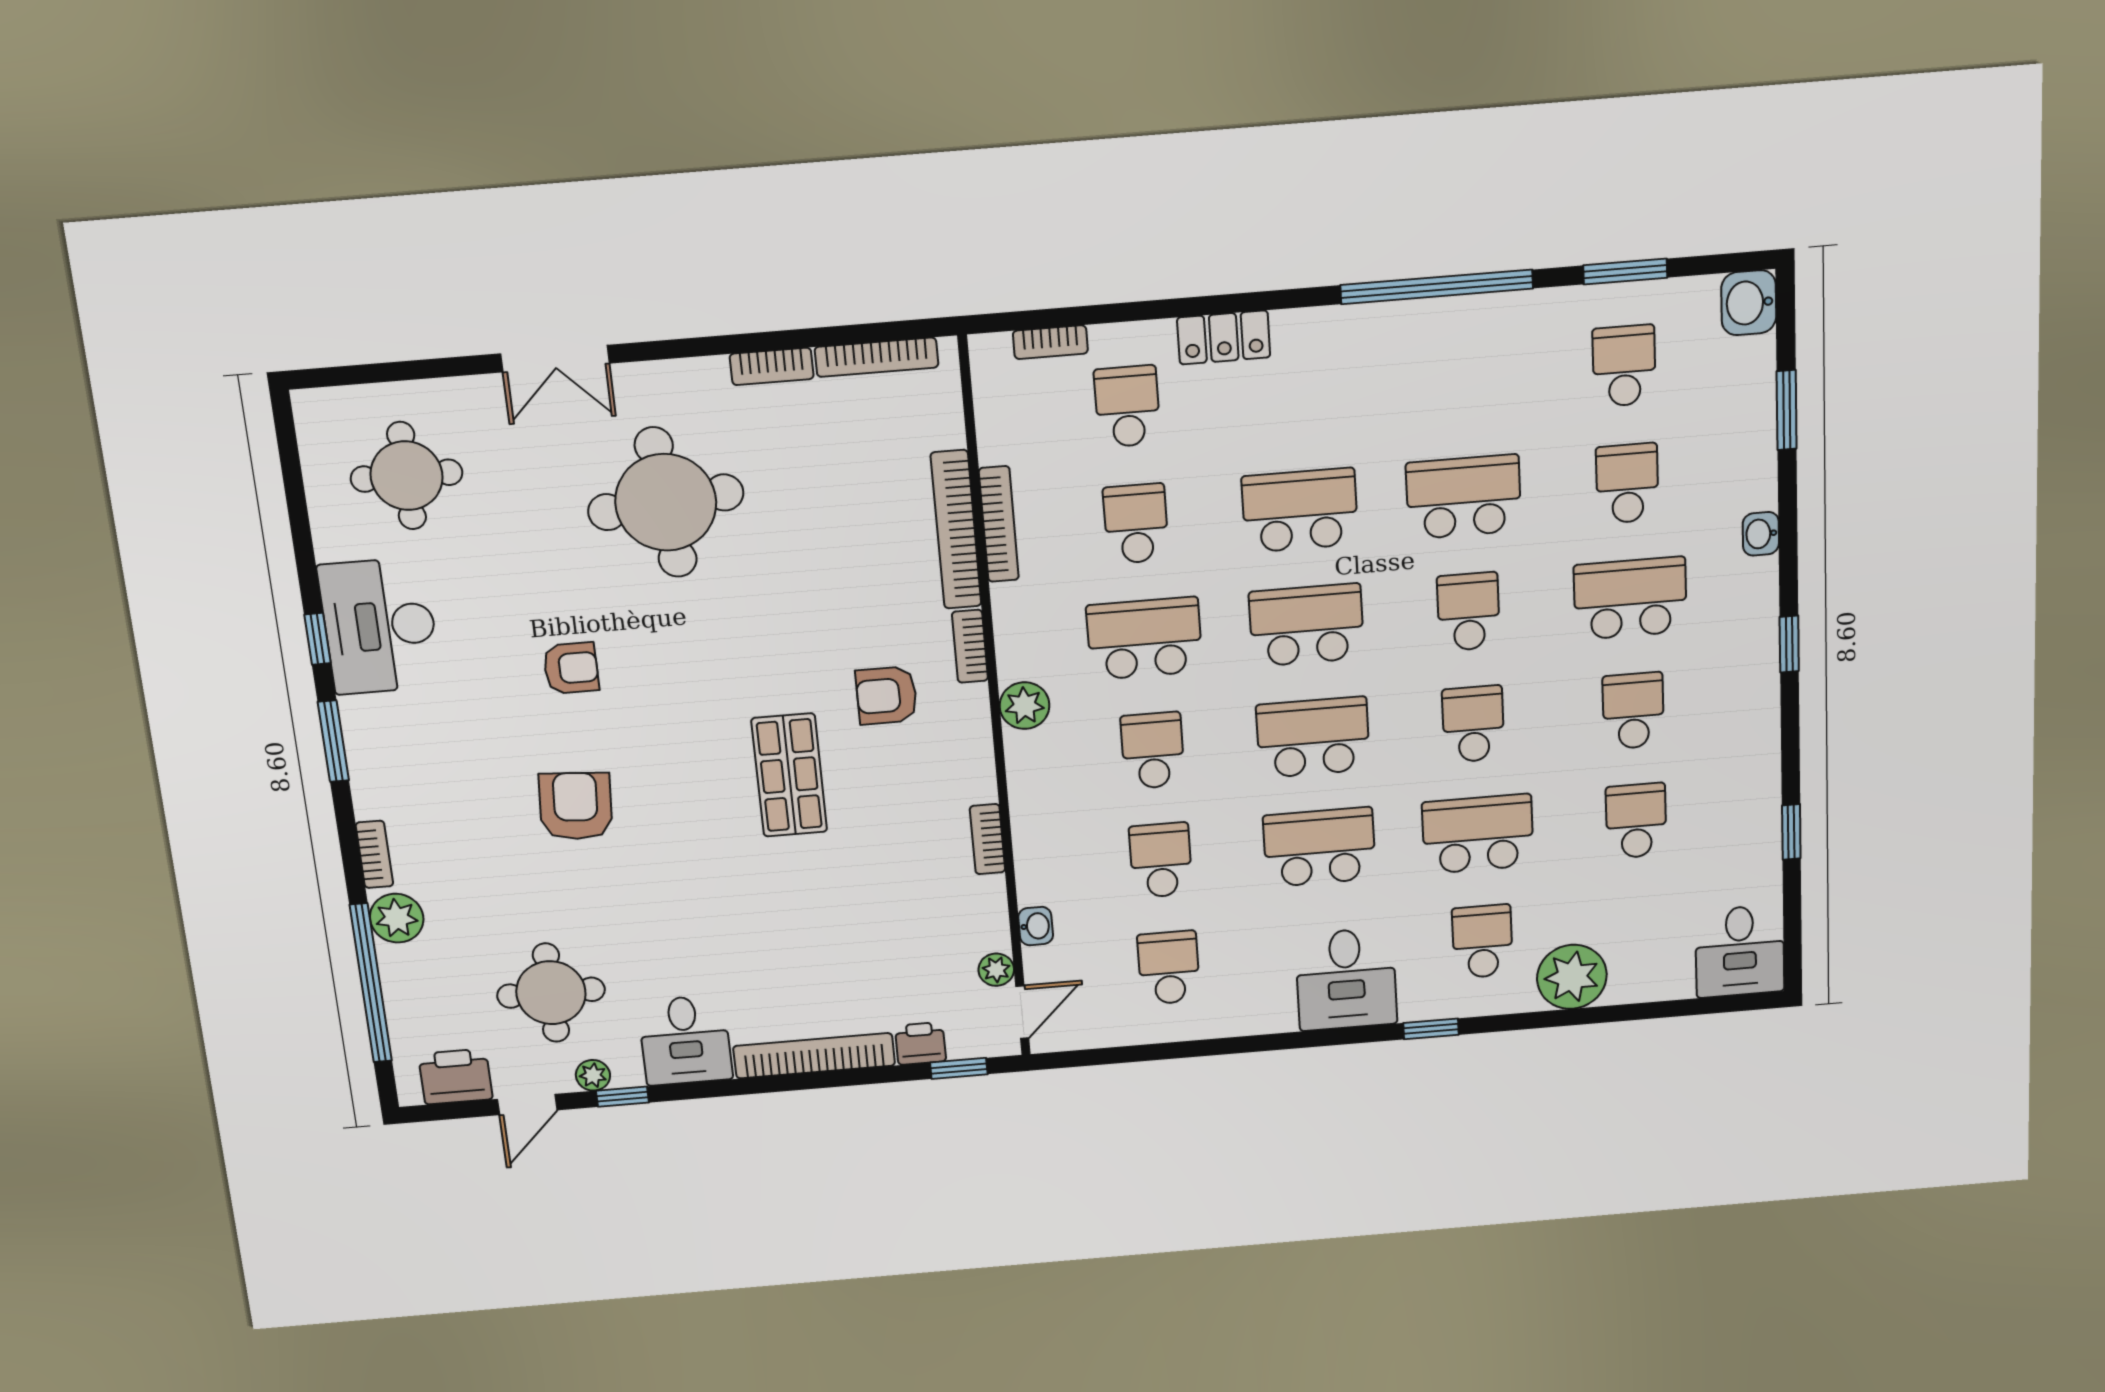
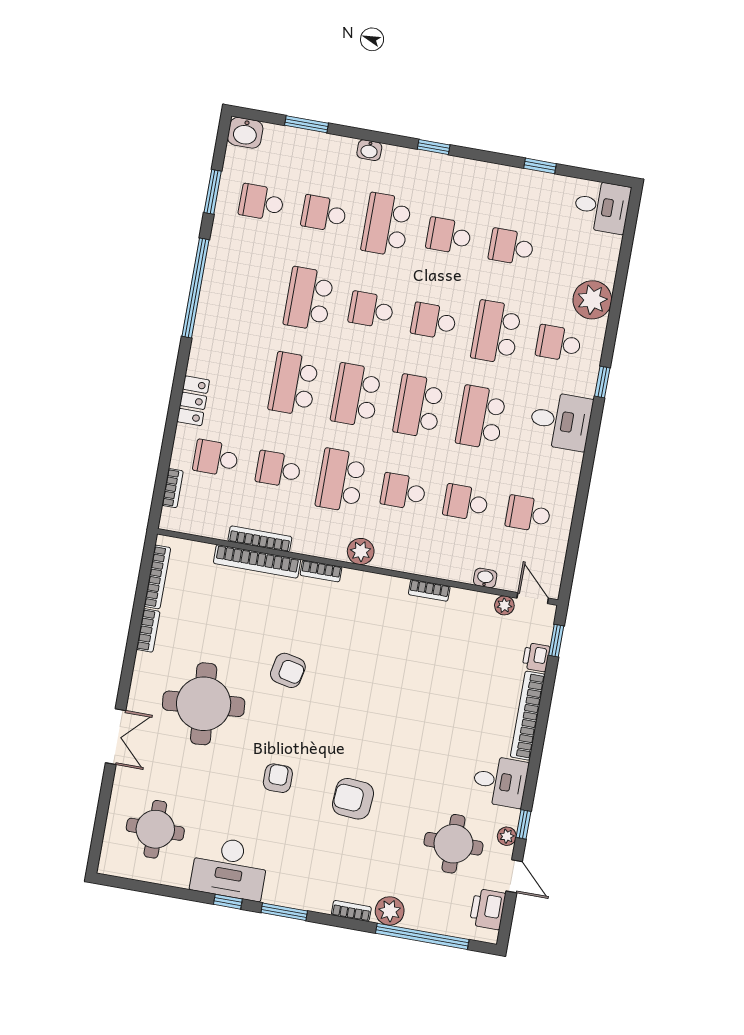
armchair: (886, 695) -> (288, 670), moved, turned -78
shop shelf: (789, 775) -> (366, 683), removed

